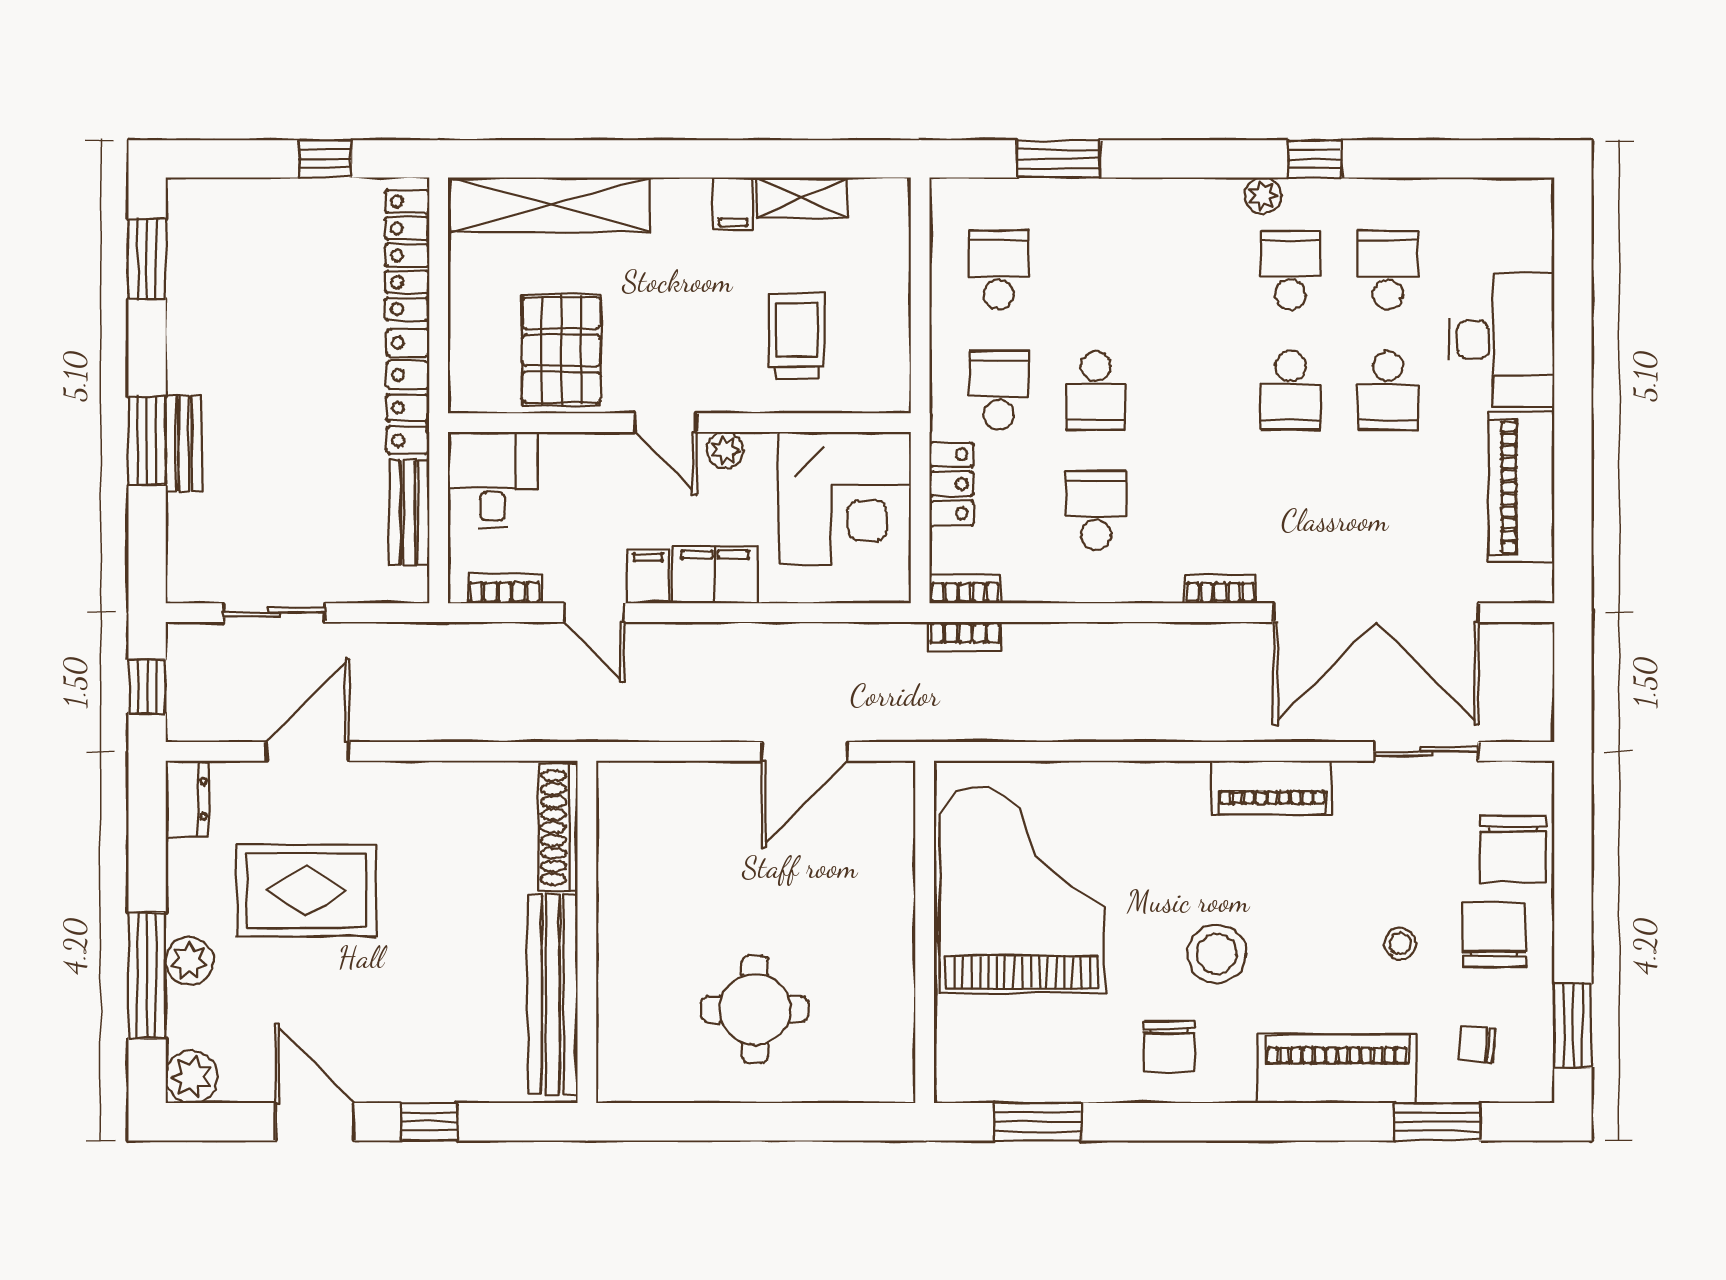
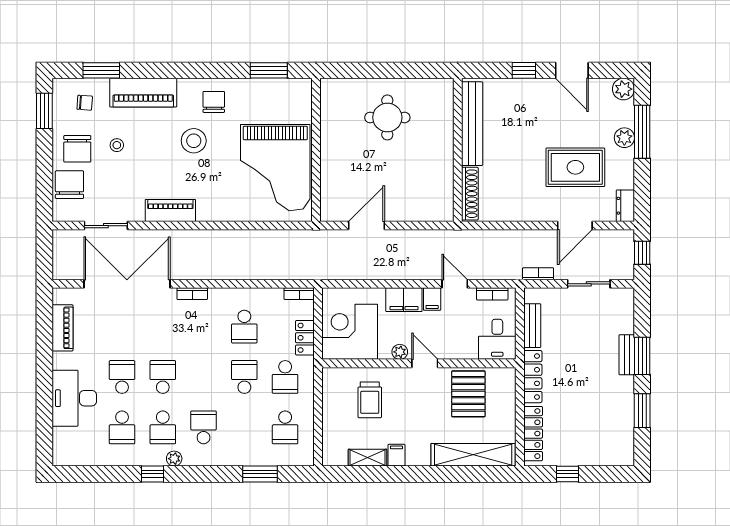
window: (147, 259) -> (642, 411), moved
school desk: (1193, 270) -> (204, 427), added
piano: (1521, 487) -> (63, 328), width x0.73, depth x0.75
bookcase: (965, 637) -> (538, 274), moved

